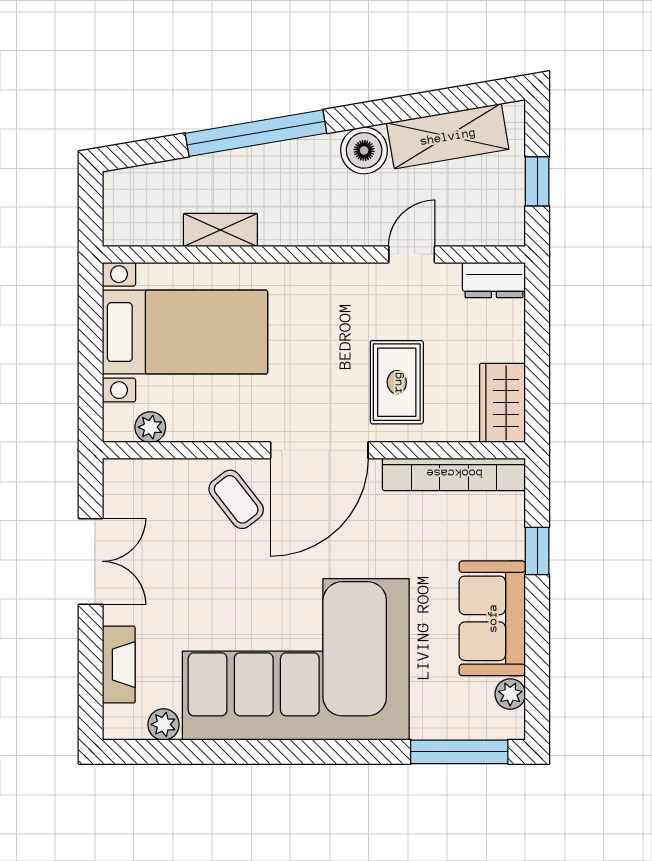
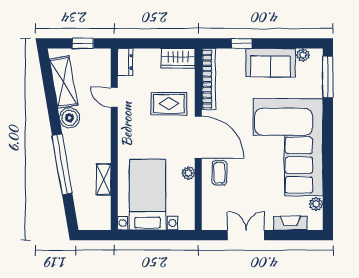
plant: (150, 427) -> (188, 173), moved
coffee table: (236, 499) -> (219, 173), turned -52

